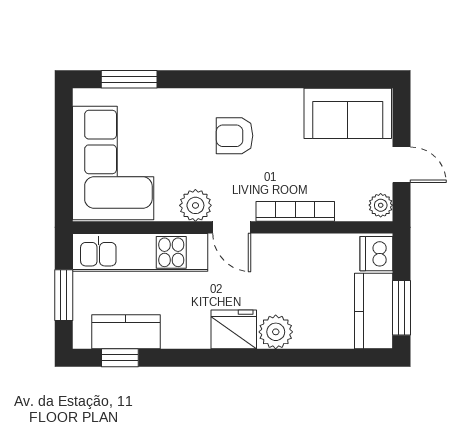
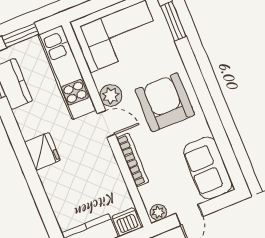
armchair: (235, 136) -> (165, 102), width x1.88, depth x1.88
door: (232, 227) -> (106, 124), swing flipped
plant: (276, 332) -> (52, 179), removed

